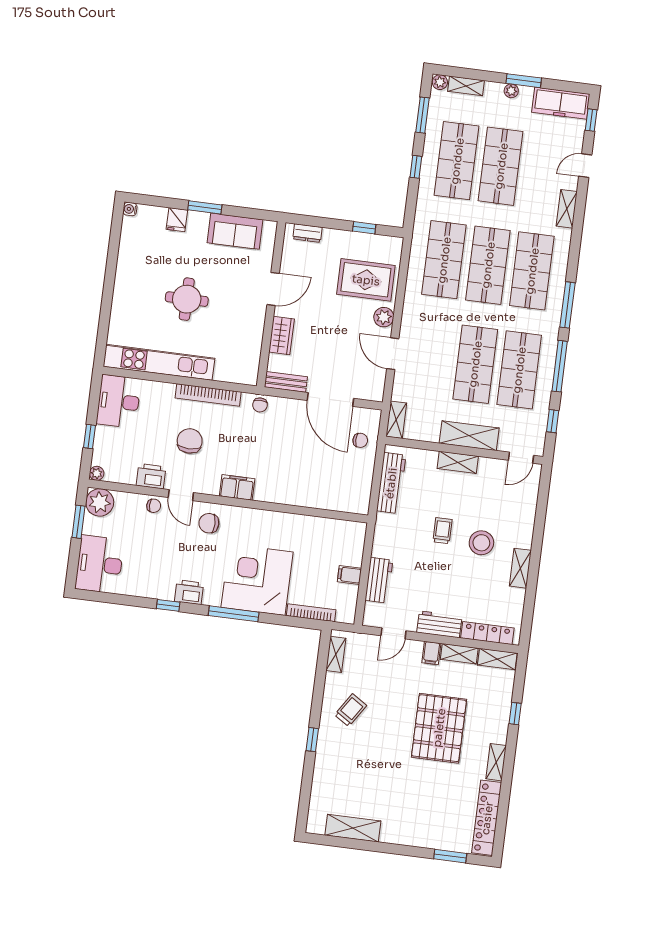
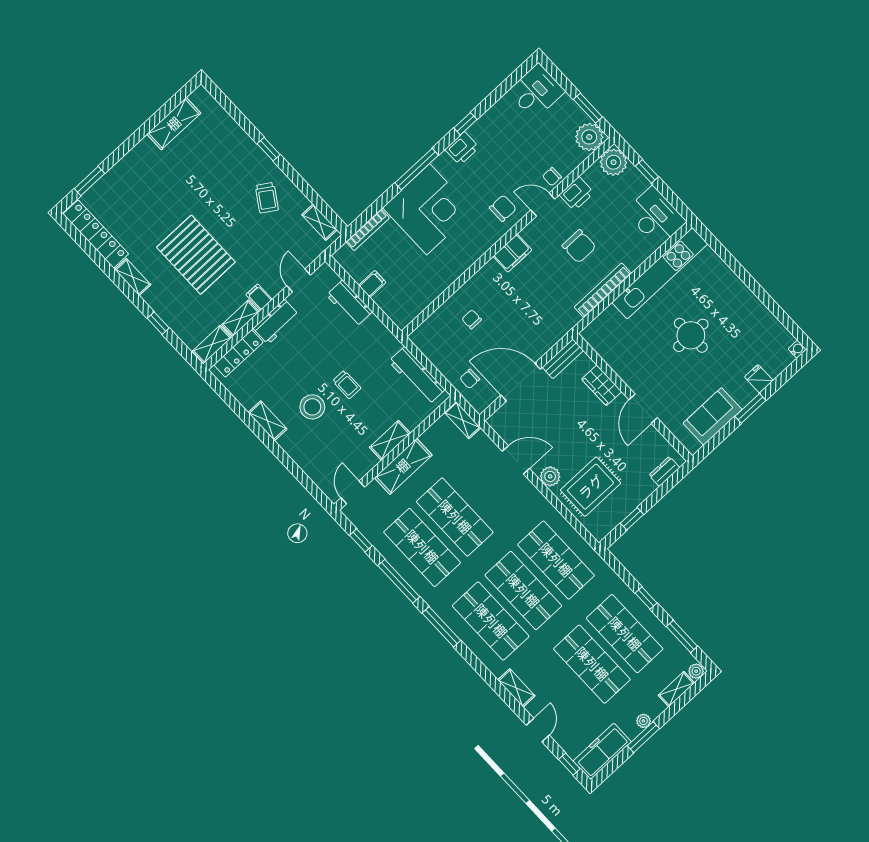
chair: (260, 405) -> (472, 319), moved
plant: (97, 473) -> (613, 162), width x1.88, depth x1.88
desk: (100, 564) -> (536, 92), width x0.73

